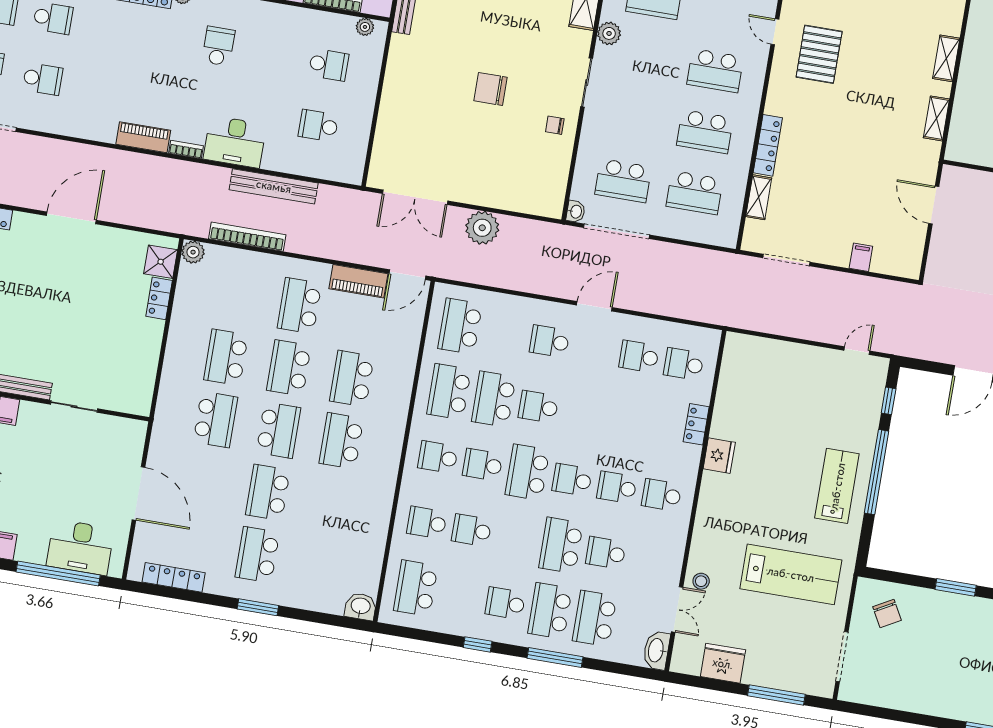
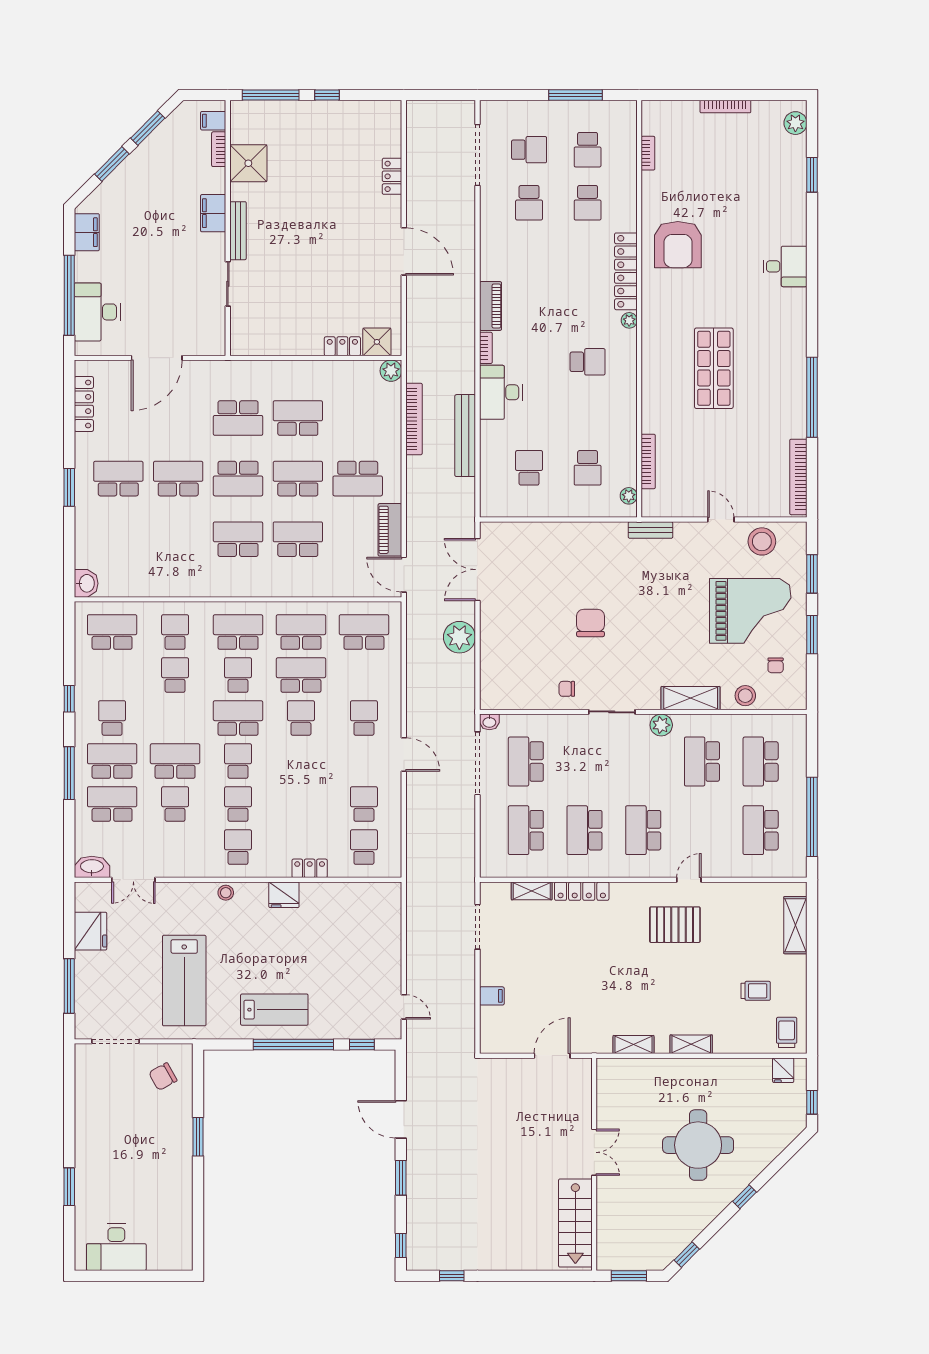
chair: (555, 125) -> (567, 689), turned -90
school desk: (299, 306) -> (358, 479), turned 180
school desk: (438, 457) -> (238, 632), width x1.85
stool: (701, 581) -> (226, 893), moved

